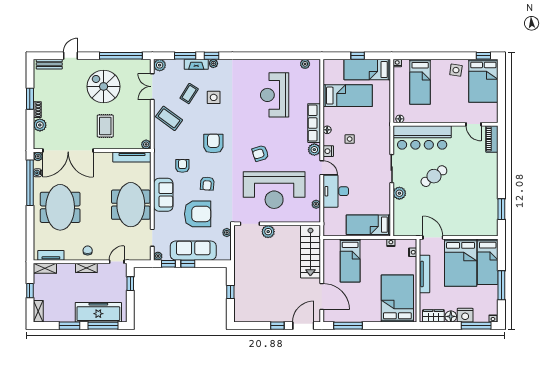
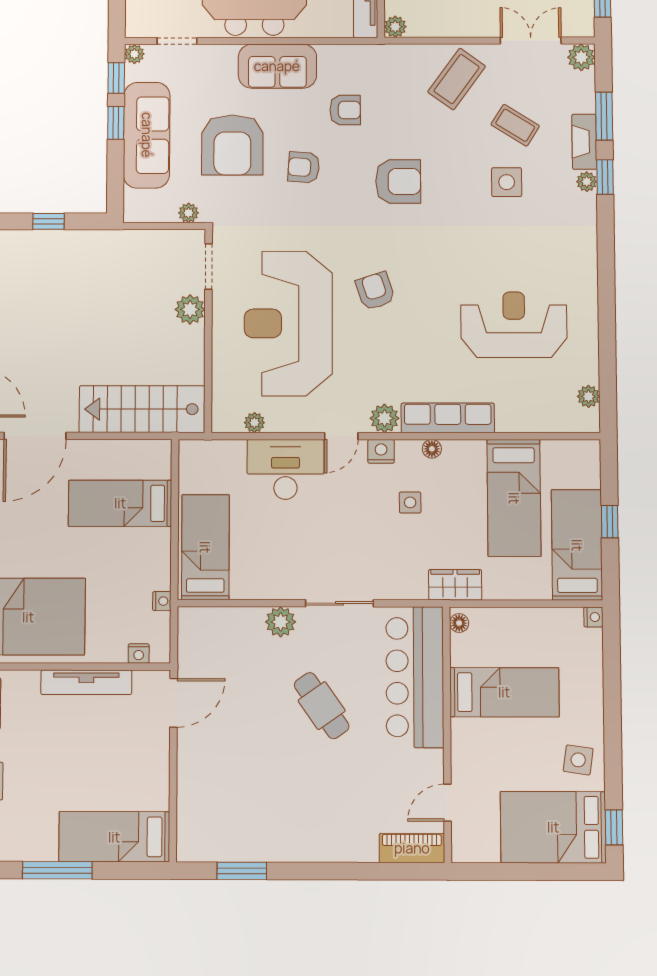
bed: (420, 82) -> (504, 692), moved, turned 180
wardrobe: (384, 120) -> (455, 585), added
bed: (461, 263) -> (113, 770), removed

